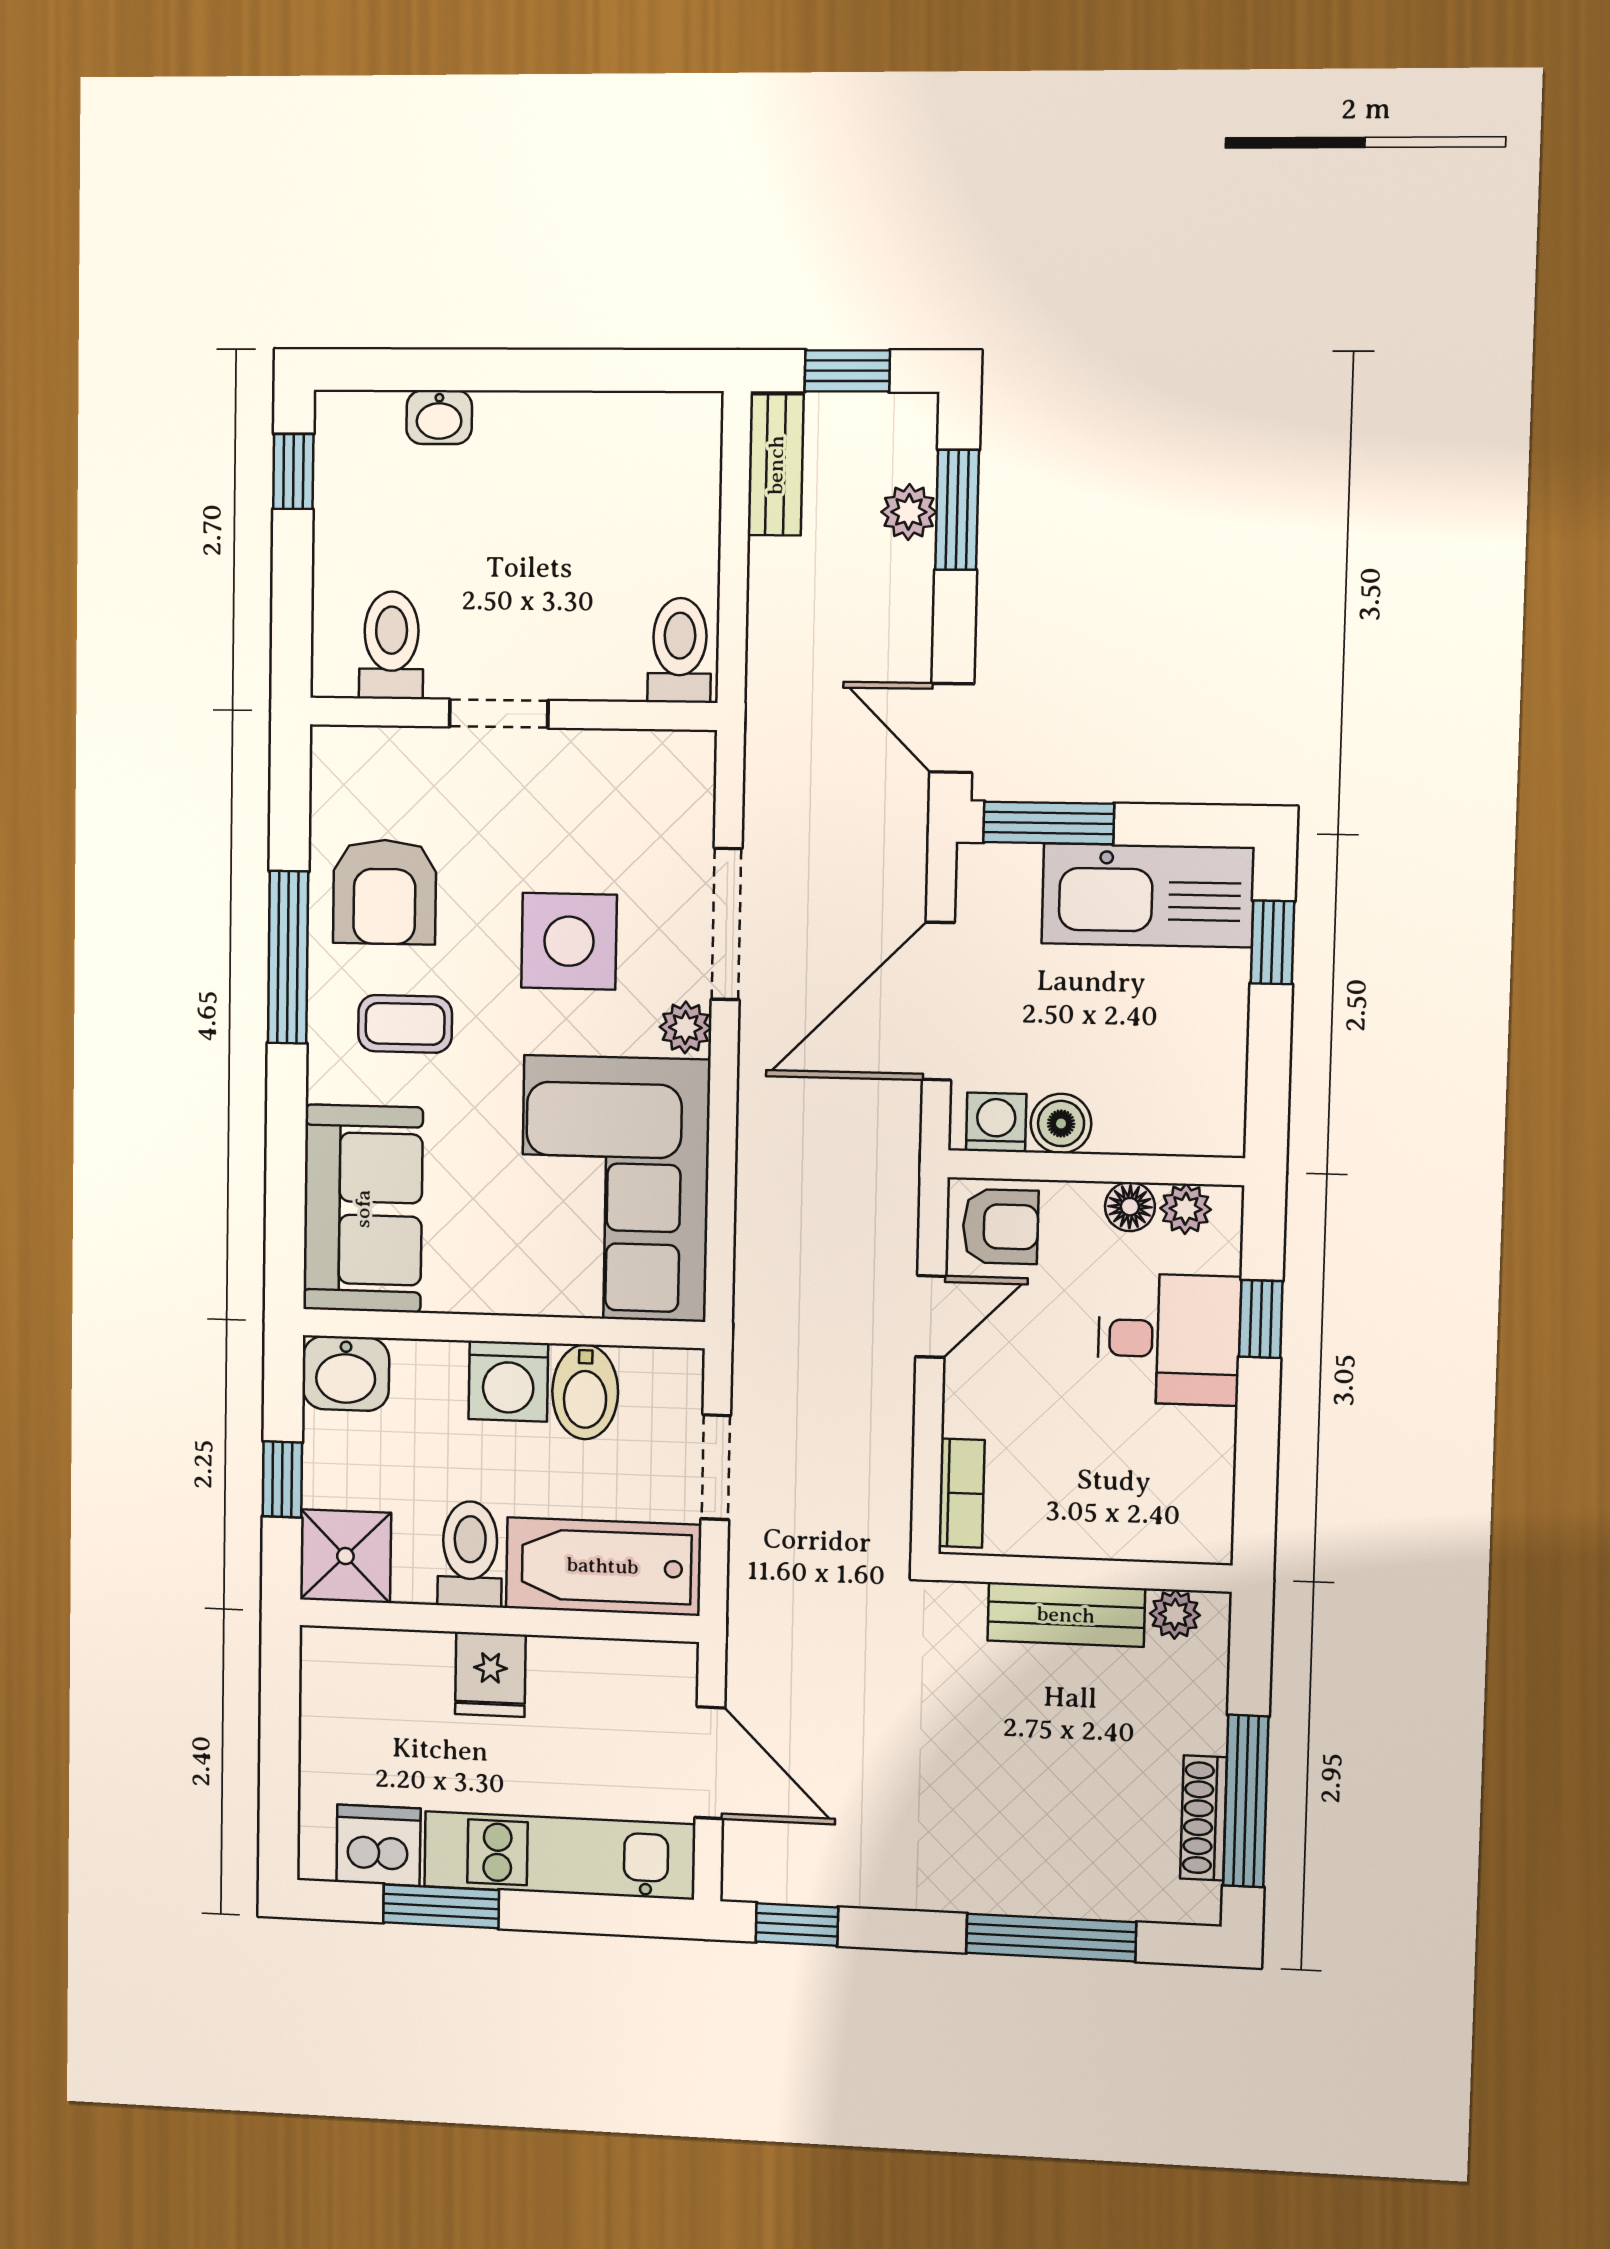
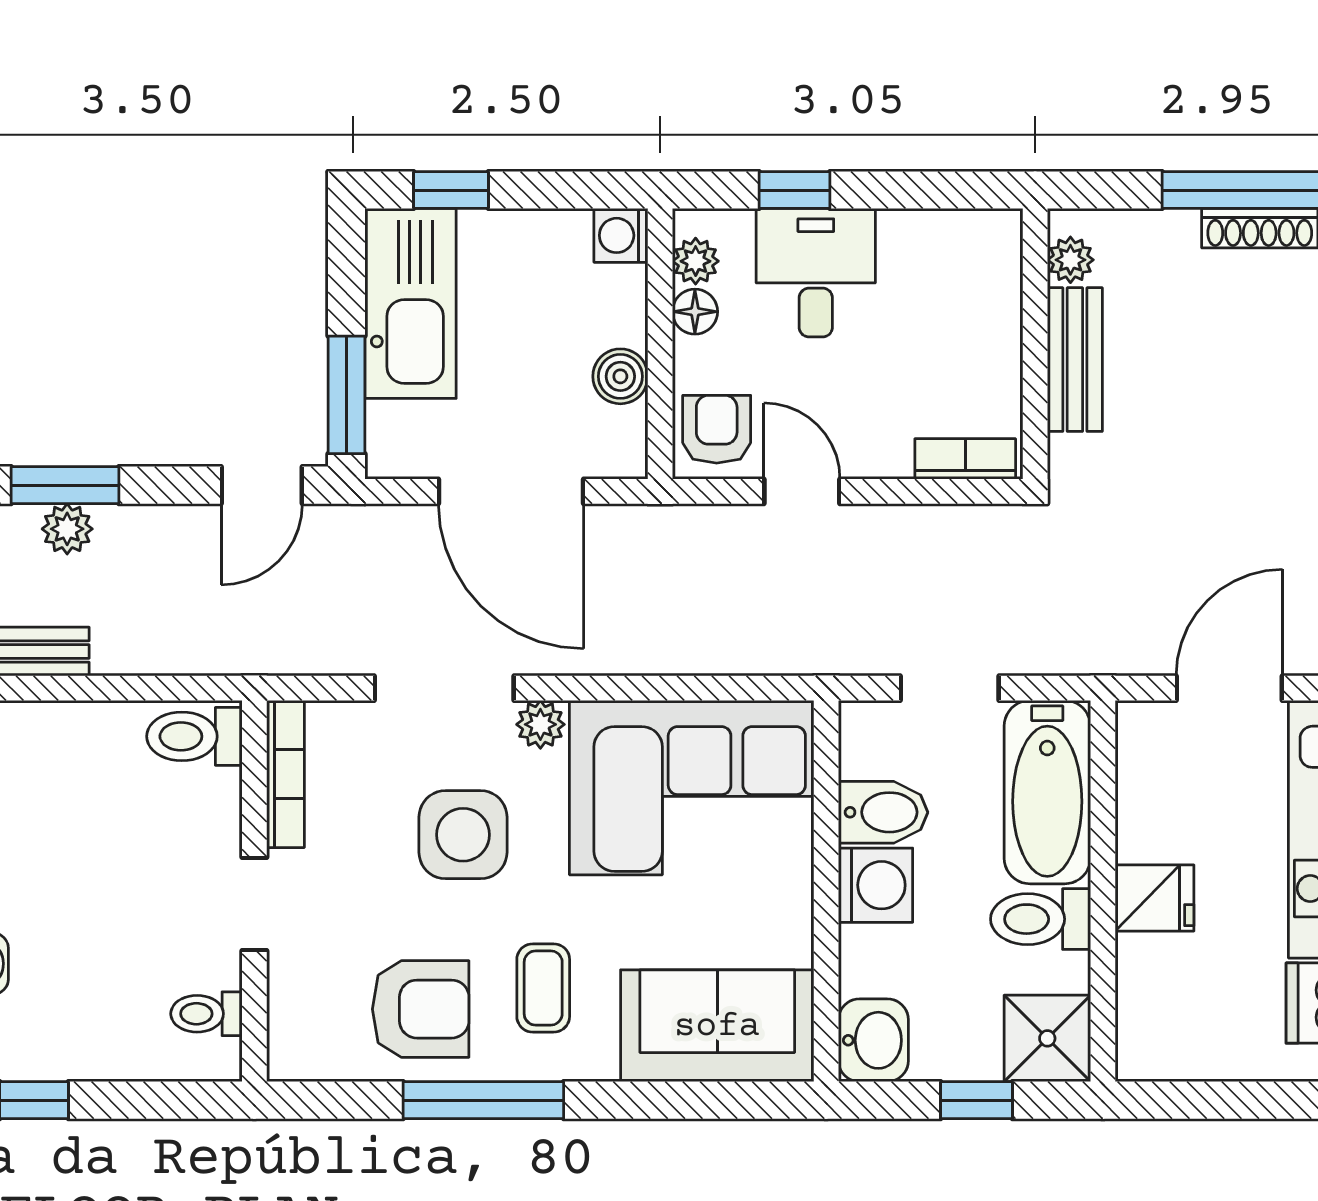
toilet: (391, 645) -> (206, 1014), width x0.73, depth x0.72
bookcase: (637, 749) -> (285, 774), added
washing machine: (996, 1122) -> (621, 235), moved

